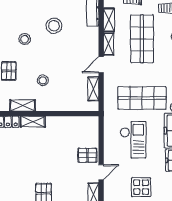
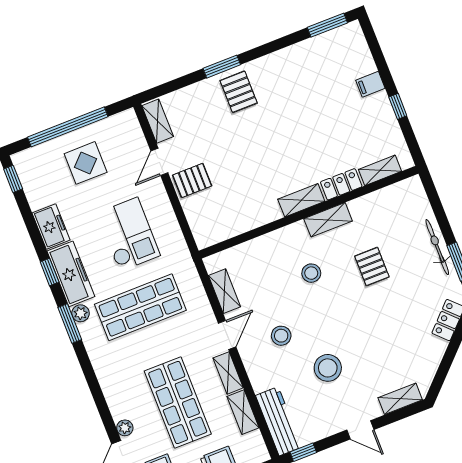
stool: (25, 39) -> (281, 336), moved
checkout: (133, 140) -> (128, 234), turned 180

